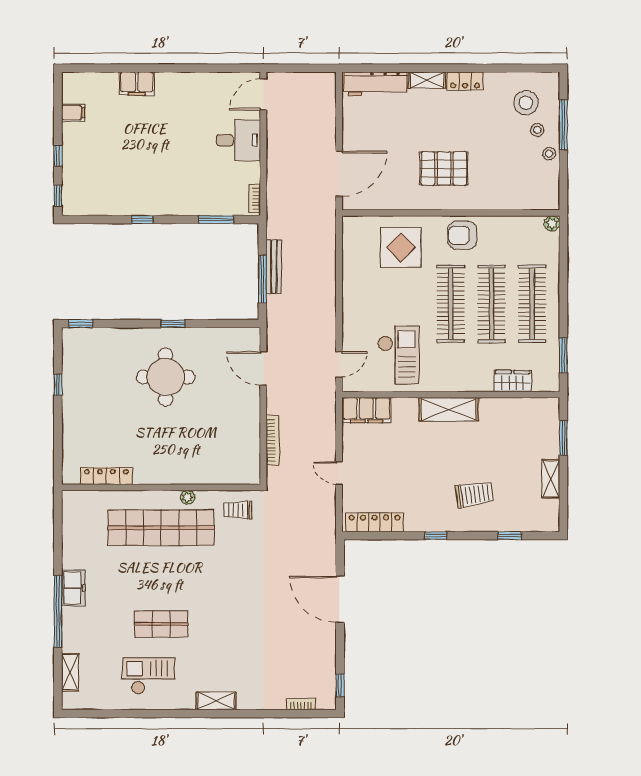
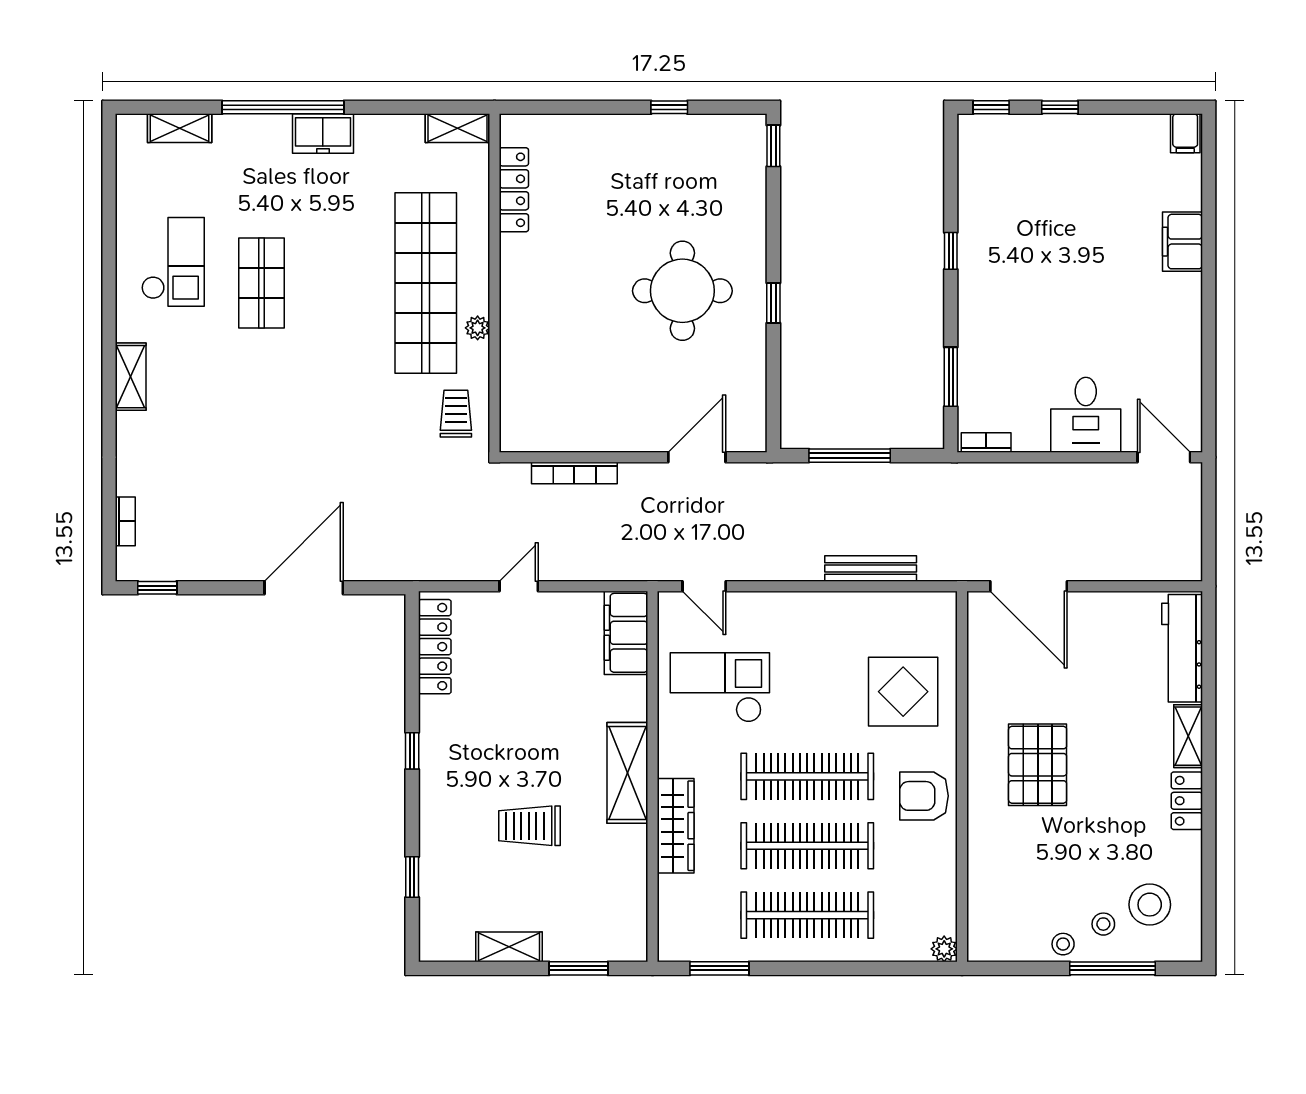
filing cabinet: (73, 113) -> (1185, 133), moved
armchair: (462, 235) -> (924, 796), turned -90
bench: (274, 267) -> (871, 569), moved
checkout: (398, 355) -> (720, 687), turned 180
wardrobe: (513, 381) -> (676, 826), moved, width x1.50
trolley: (475, 494) -> (529, 826), moved, turned 98
shelving: (70, 509) -> (457, 128), added

